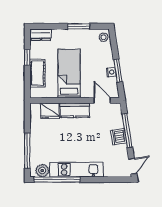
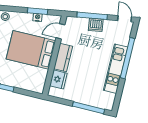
cot: (37, 73) -> (23, 82), removed
bed: (69, 74) -> (31, 50), width x1.50
plant: (42, 170) -> (109, 99), removed
window: (57, 180) -> (127, 58), moved

